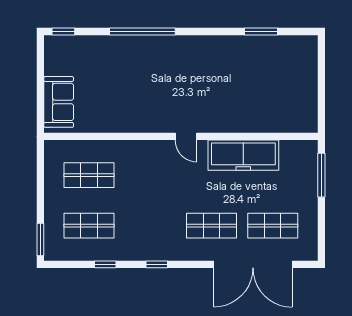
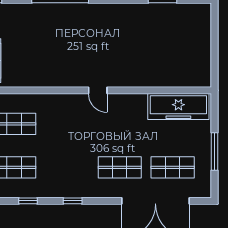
freezer: (243, 155) -> (178, 107), moved
window: (321, 175) -> (215, 152), moved

